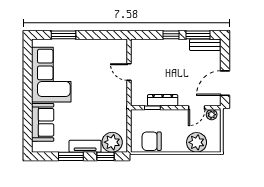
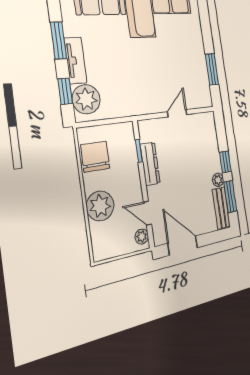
window: (63, 35) -> (212, 69), moved
plant: (184, 44) -> (218, 180), added
plant: (197, 142) -> (100, 206), moved

